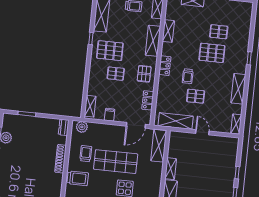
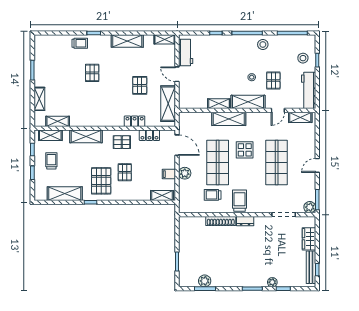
shelving: (168, 31) -> (58, 121), moved
pallet: (219, 32) -> (69, 68), removed
pallet: (212, 53) -> (92, 73), width x0.67, depth x0.71
locker: (165, 66) -> (135, 121), moved
trolley: (188, 76) -> (80, 43), moved
dresser: (64, 127) -> (245, 221), moved
plant: (82, 127) -> (185, 173), moved
door: (202, 132) -> (177, 74), hinge flipped
workbench: (222, 142) -> (186, 52), added
shelving: (159, 146) -> (229, 119), moved

